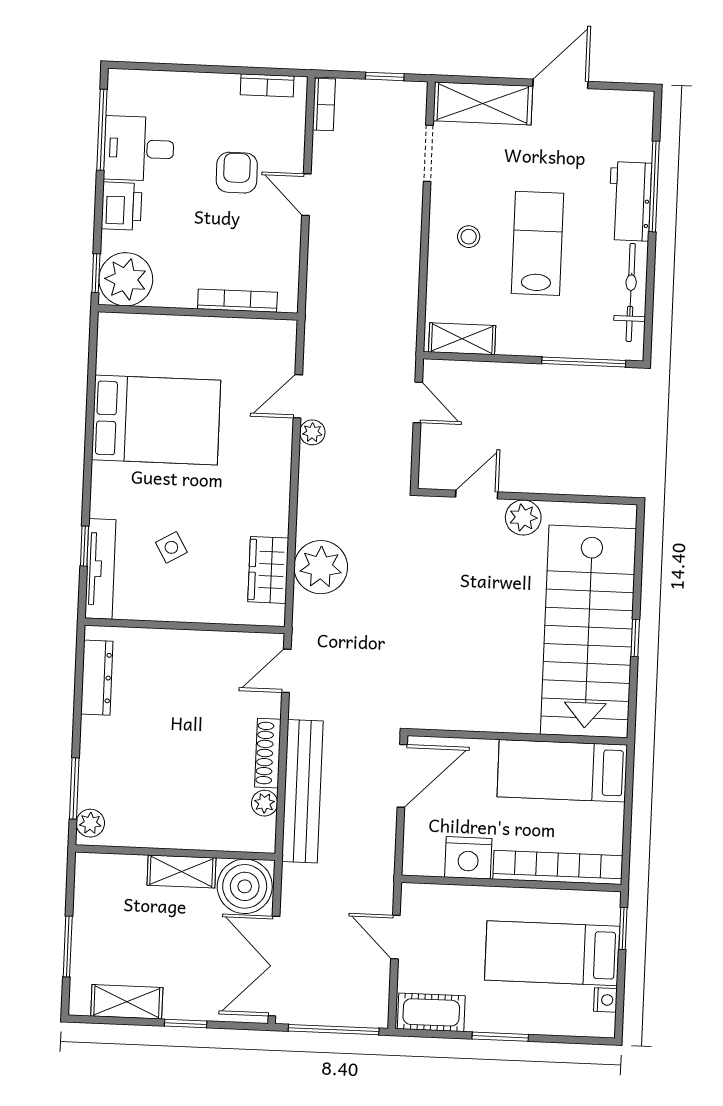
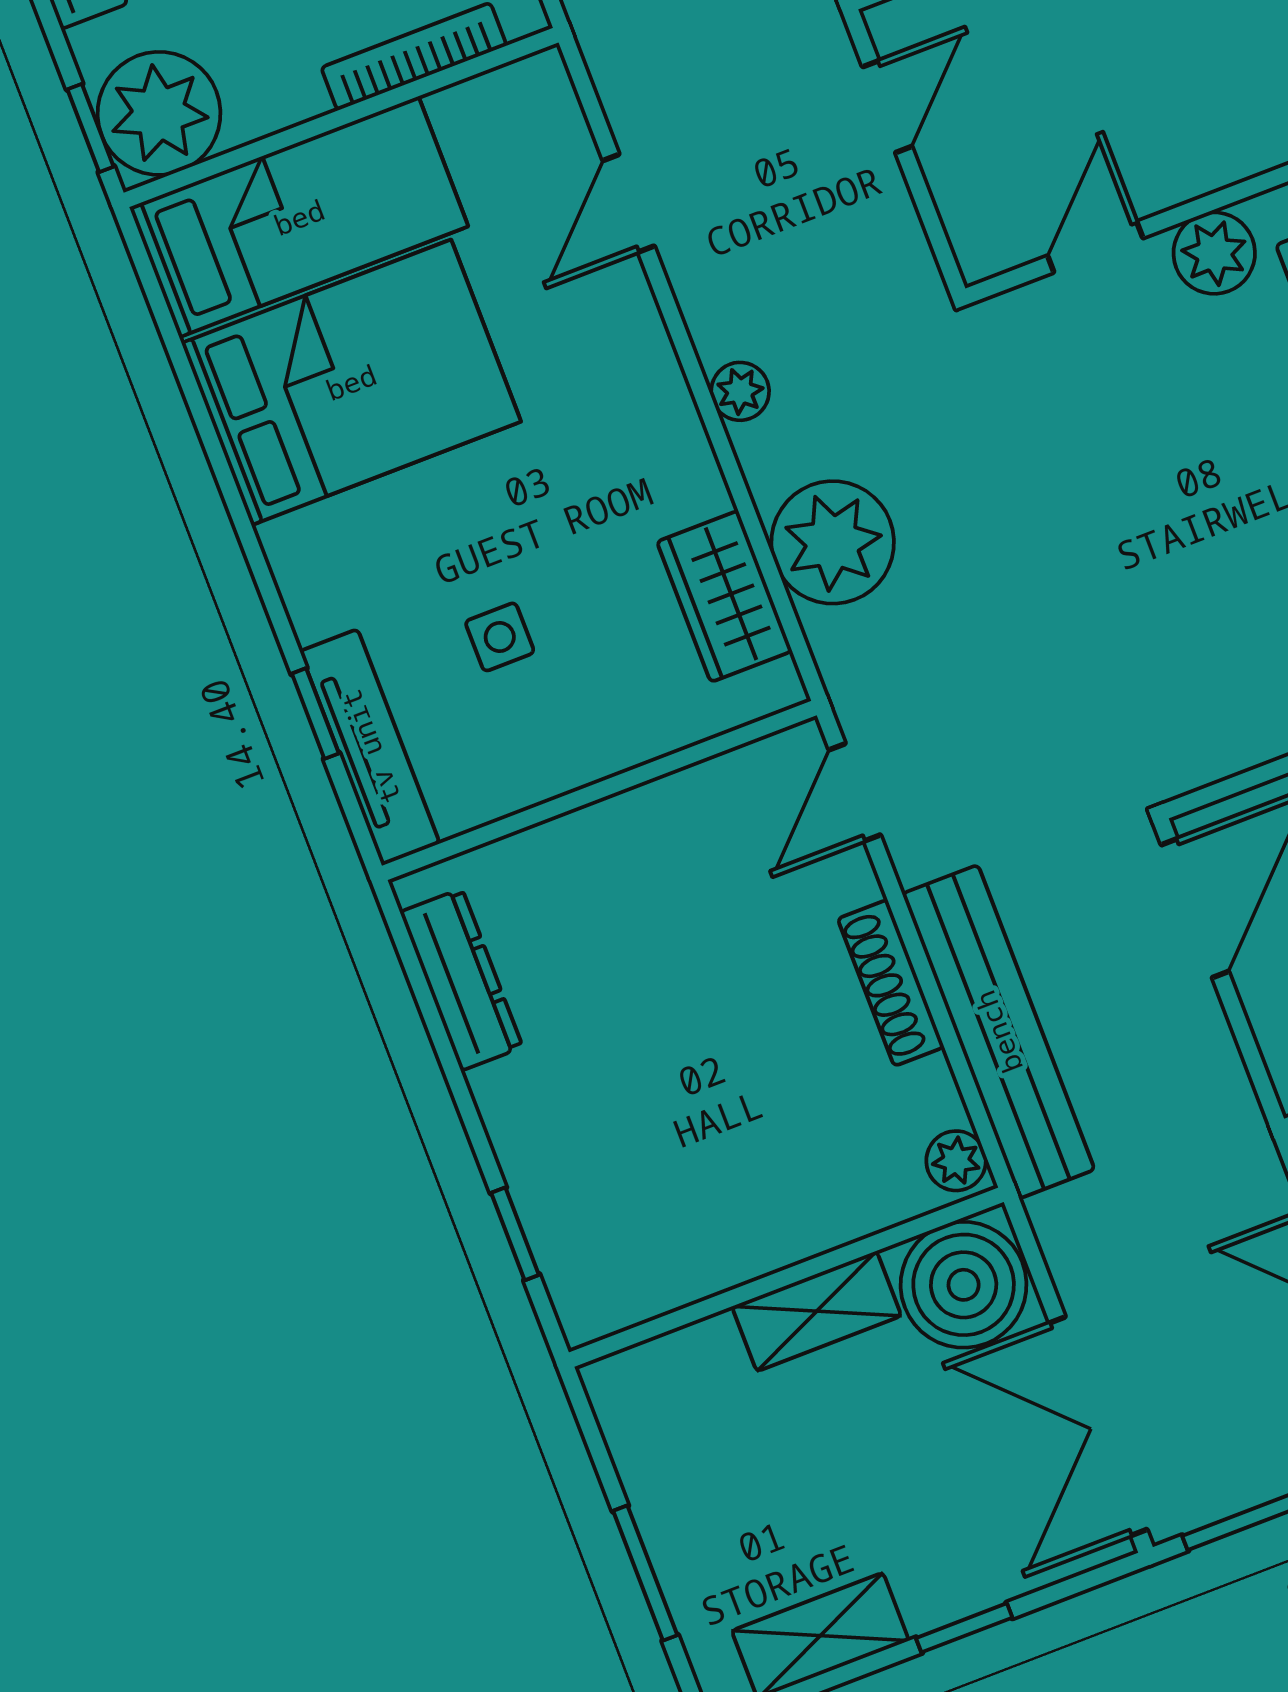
bed: (164, 345) -> (299, 217), added
door: (418, 402) -> (887, 107), hinge flipped
plant: (312, 432) -> (740, 391), moved
side table: (171, 547) -> (500, 637), turned 30
window: (74, 788) -> (515, 1234), width x0.67
plant: (264, 803) -> (956, 1161), moved
plant: (90, 823) -> (580, 1292), removed

